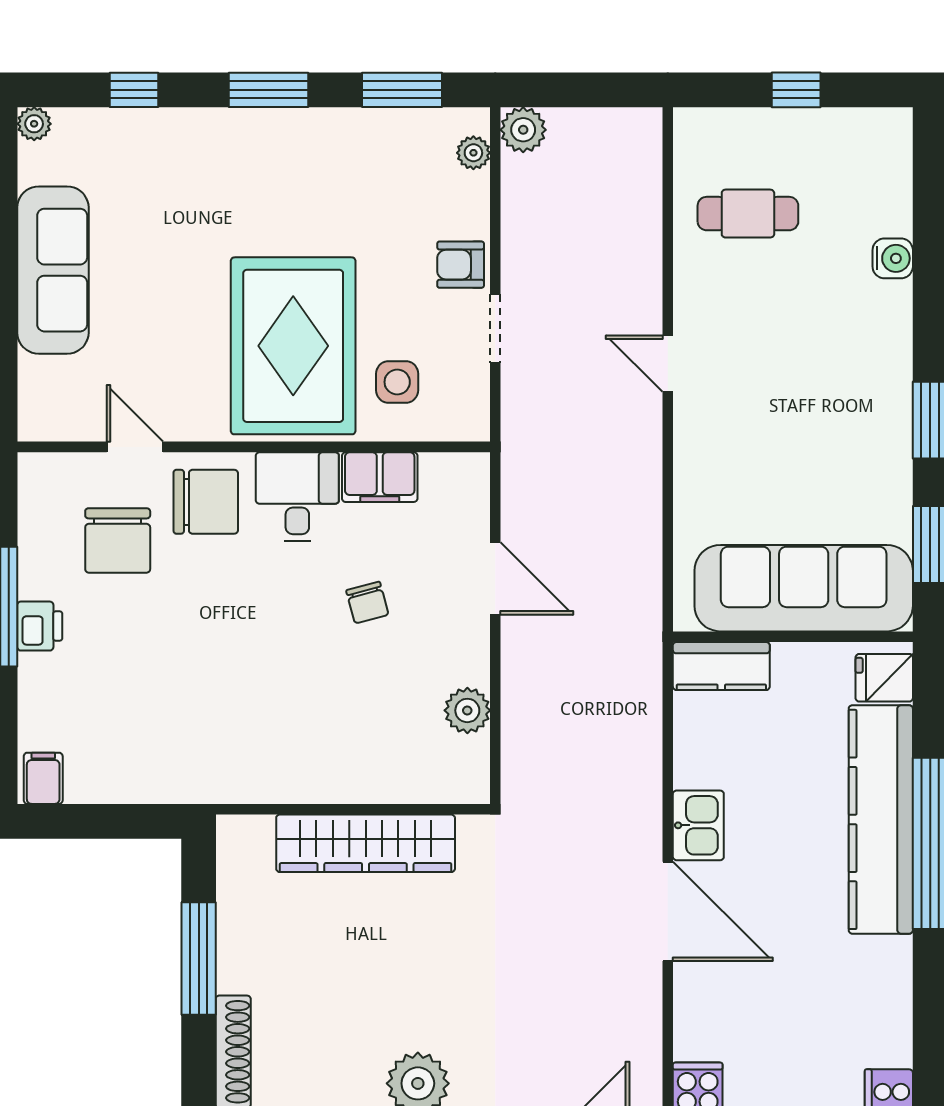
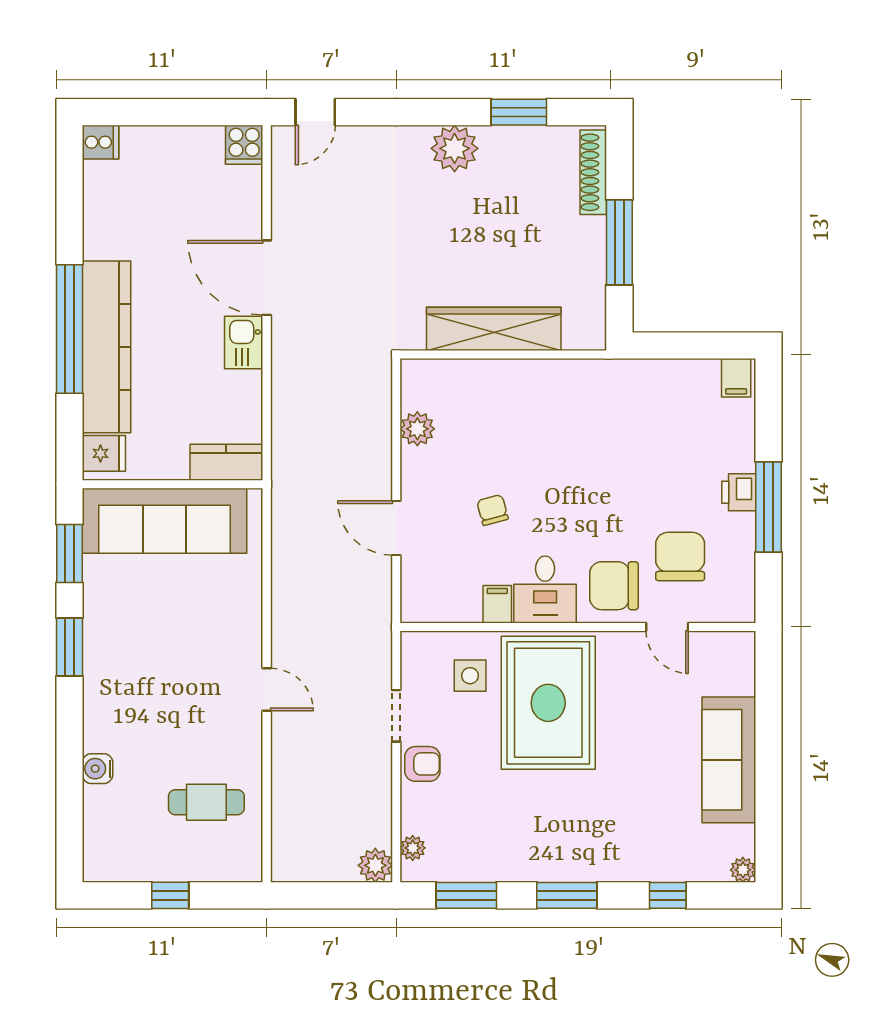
filing cabinet: (380, 477) -> (497, 604), width x0.50

